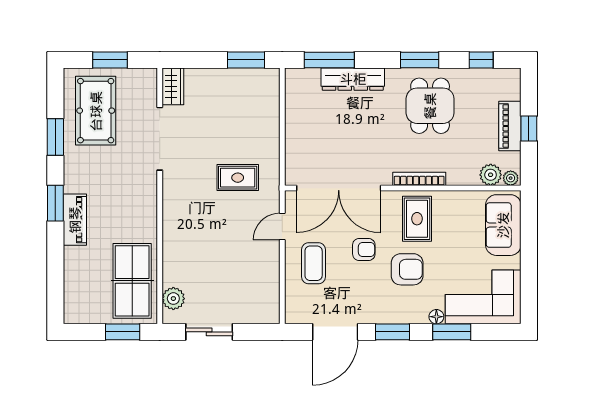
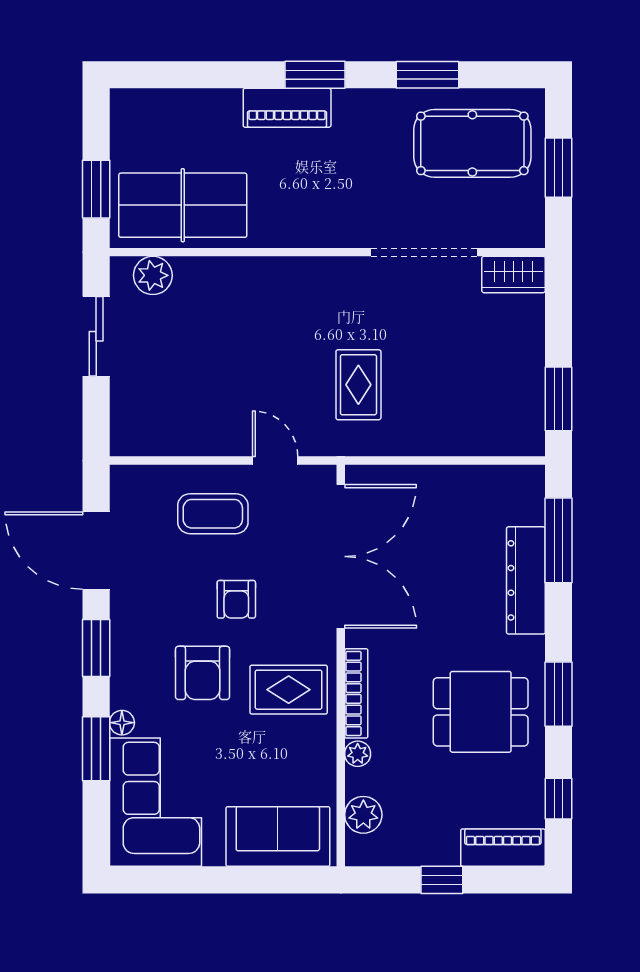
piano: (510, 126) -> (503, 848), moved
plant: (511, 178) -> (358, 754), moved
double door: (339, 188) -> (341, 556), swing flipped

